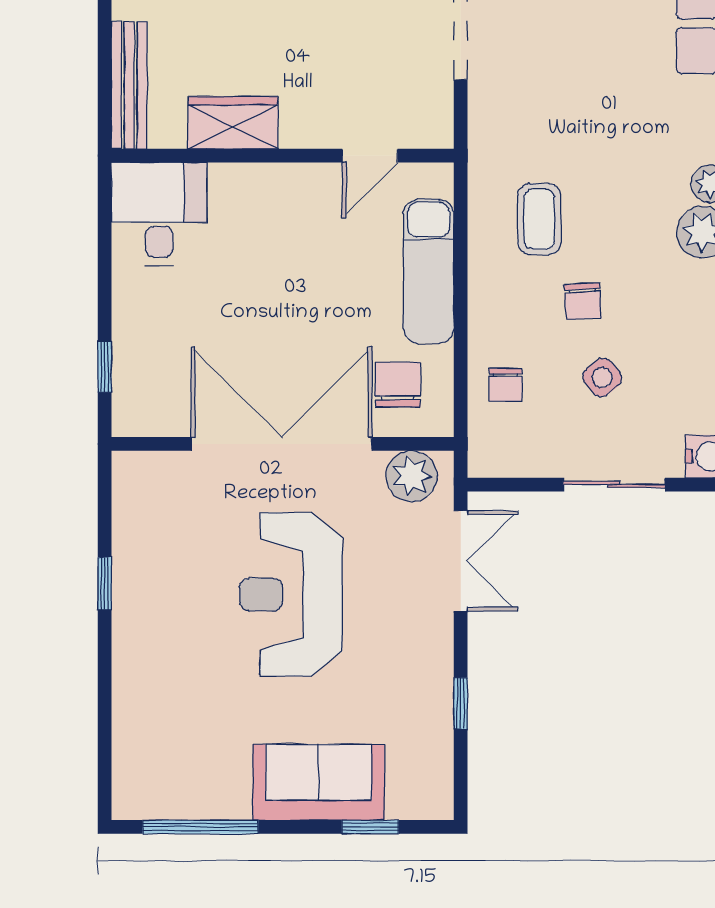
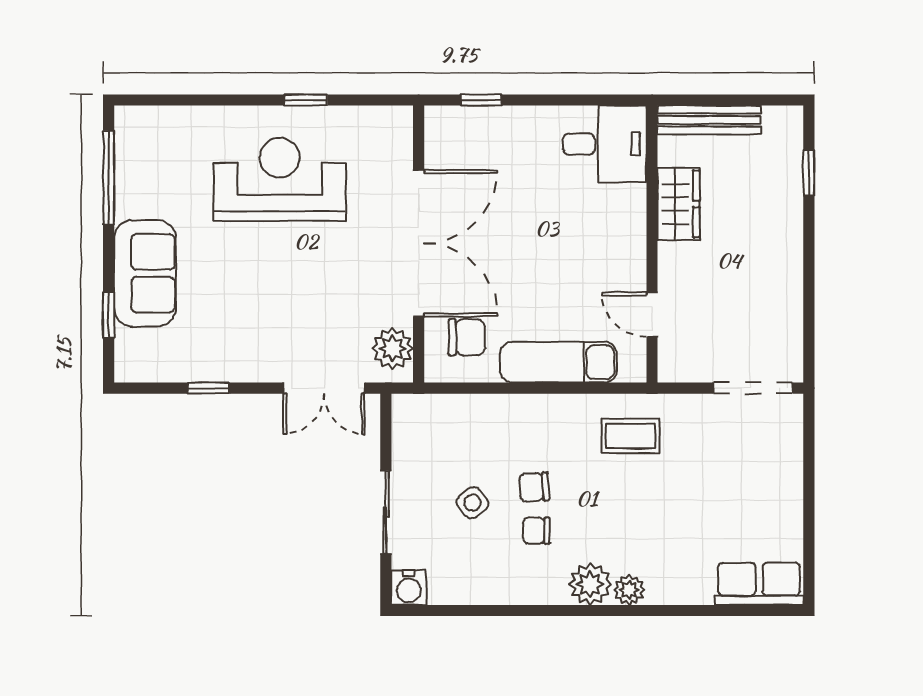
coffee table: (539, 219) -> (631, 436), moved
chair: (505, 385) -> (536, 531), moved
reception desk: (291, 594) -> (280, 179), moved

